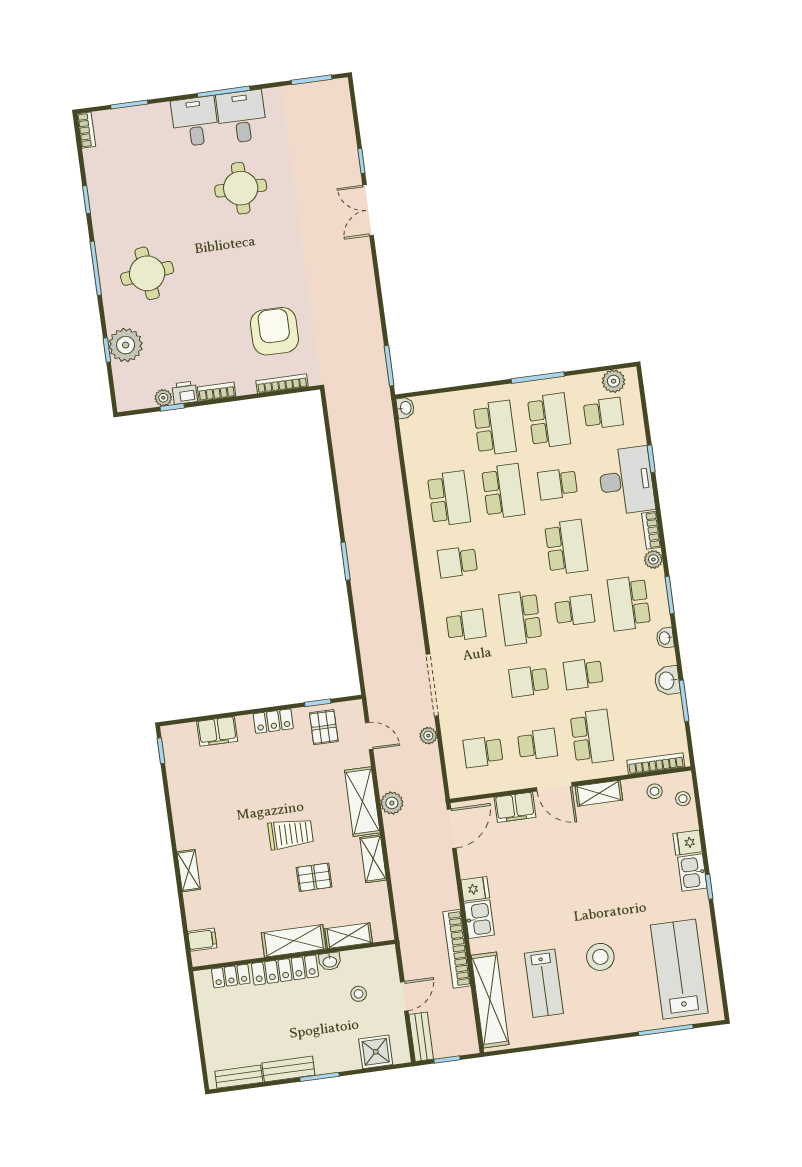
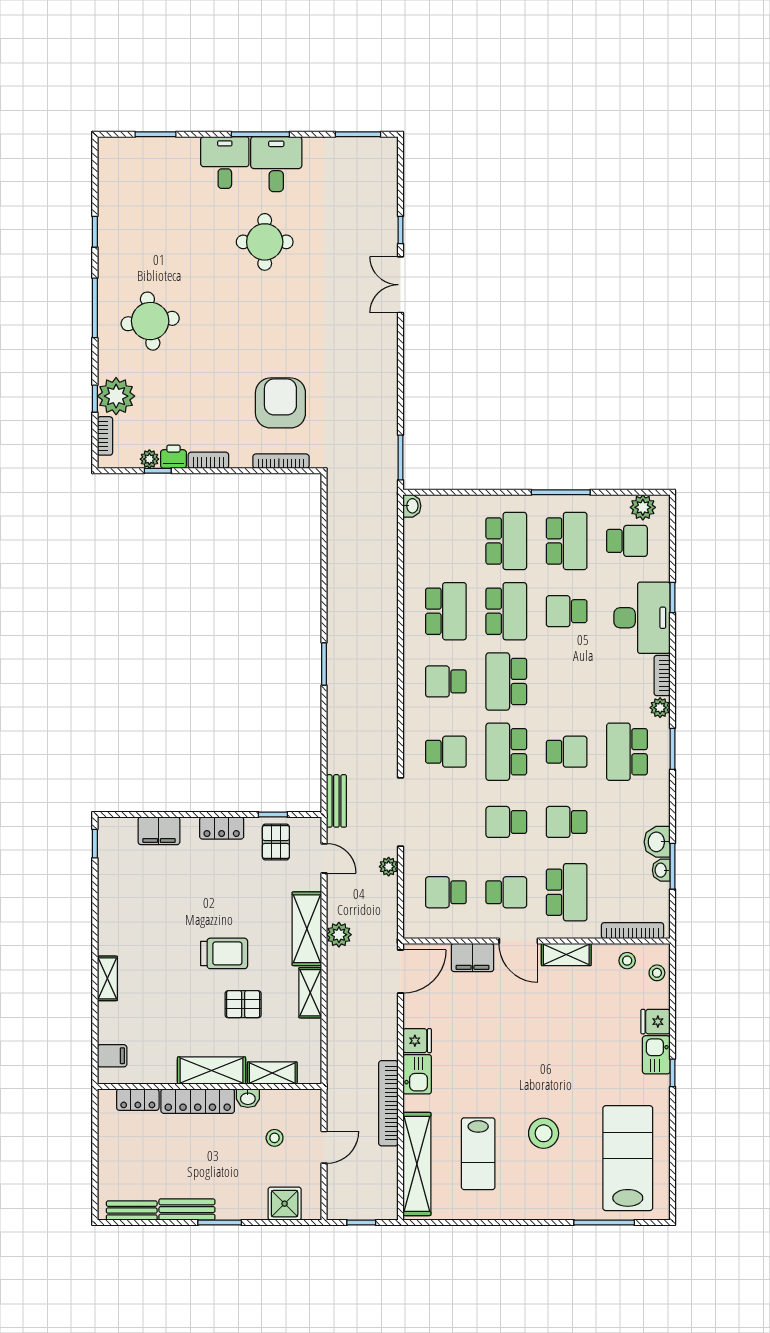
bookcase: (86, 130) -> (105, 436), moved
school desk: (566, 547) -> (506, 681), moved, turned 180
washbasin: (665, 638) -> (661, 870), moved
bench: (421, 1037) -> (336, 801), moved

